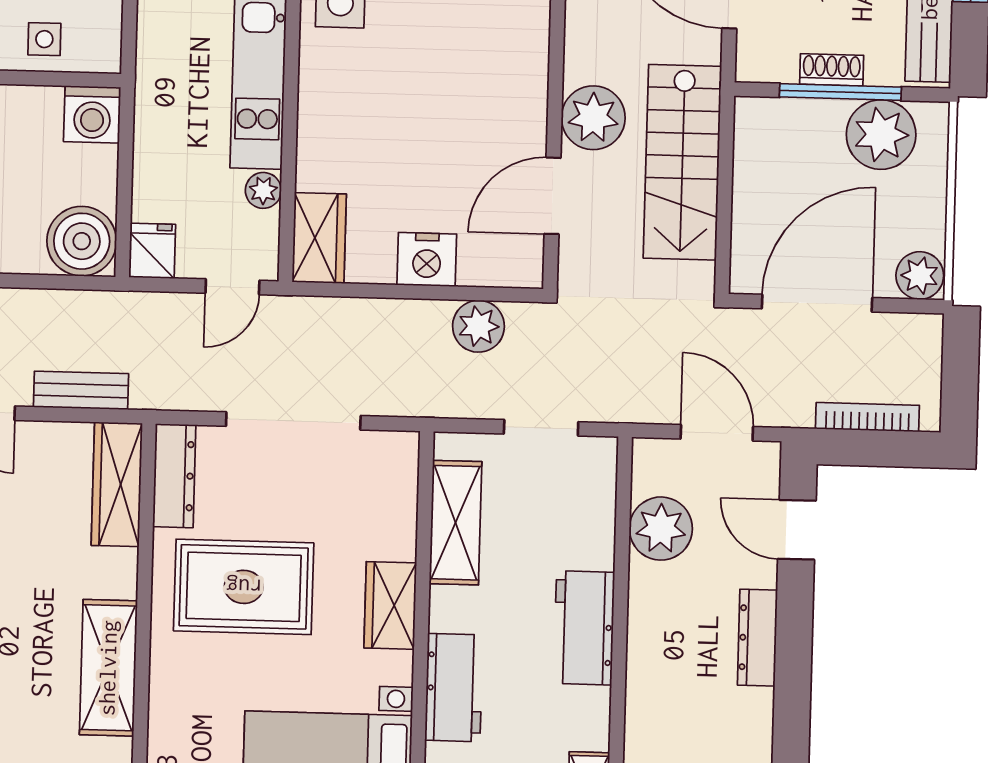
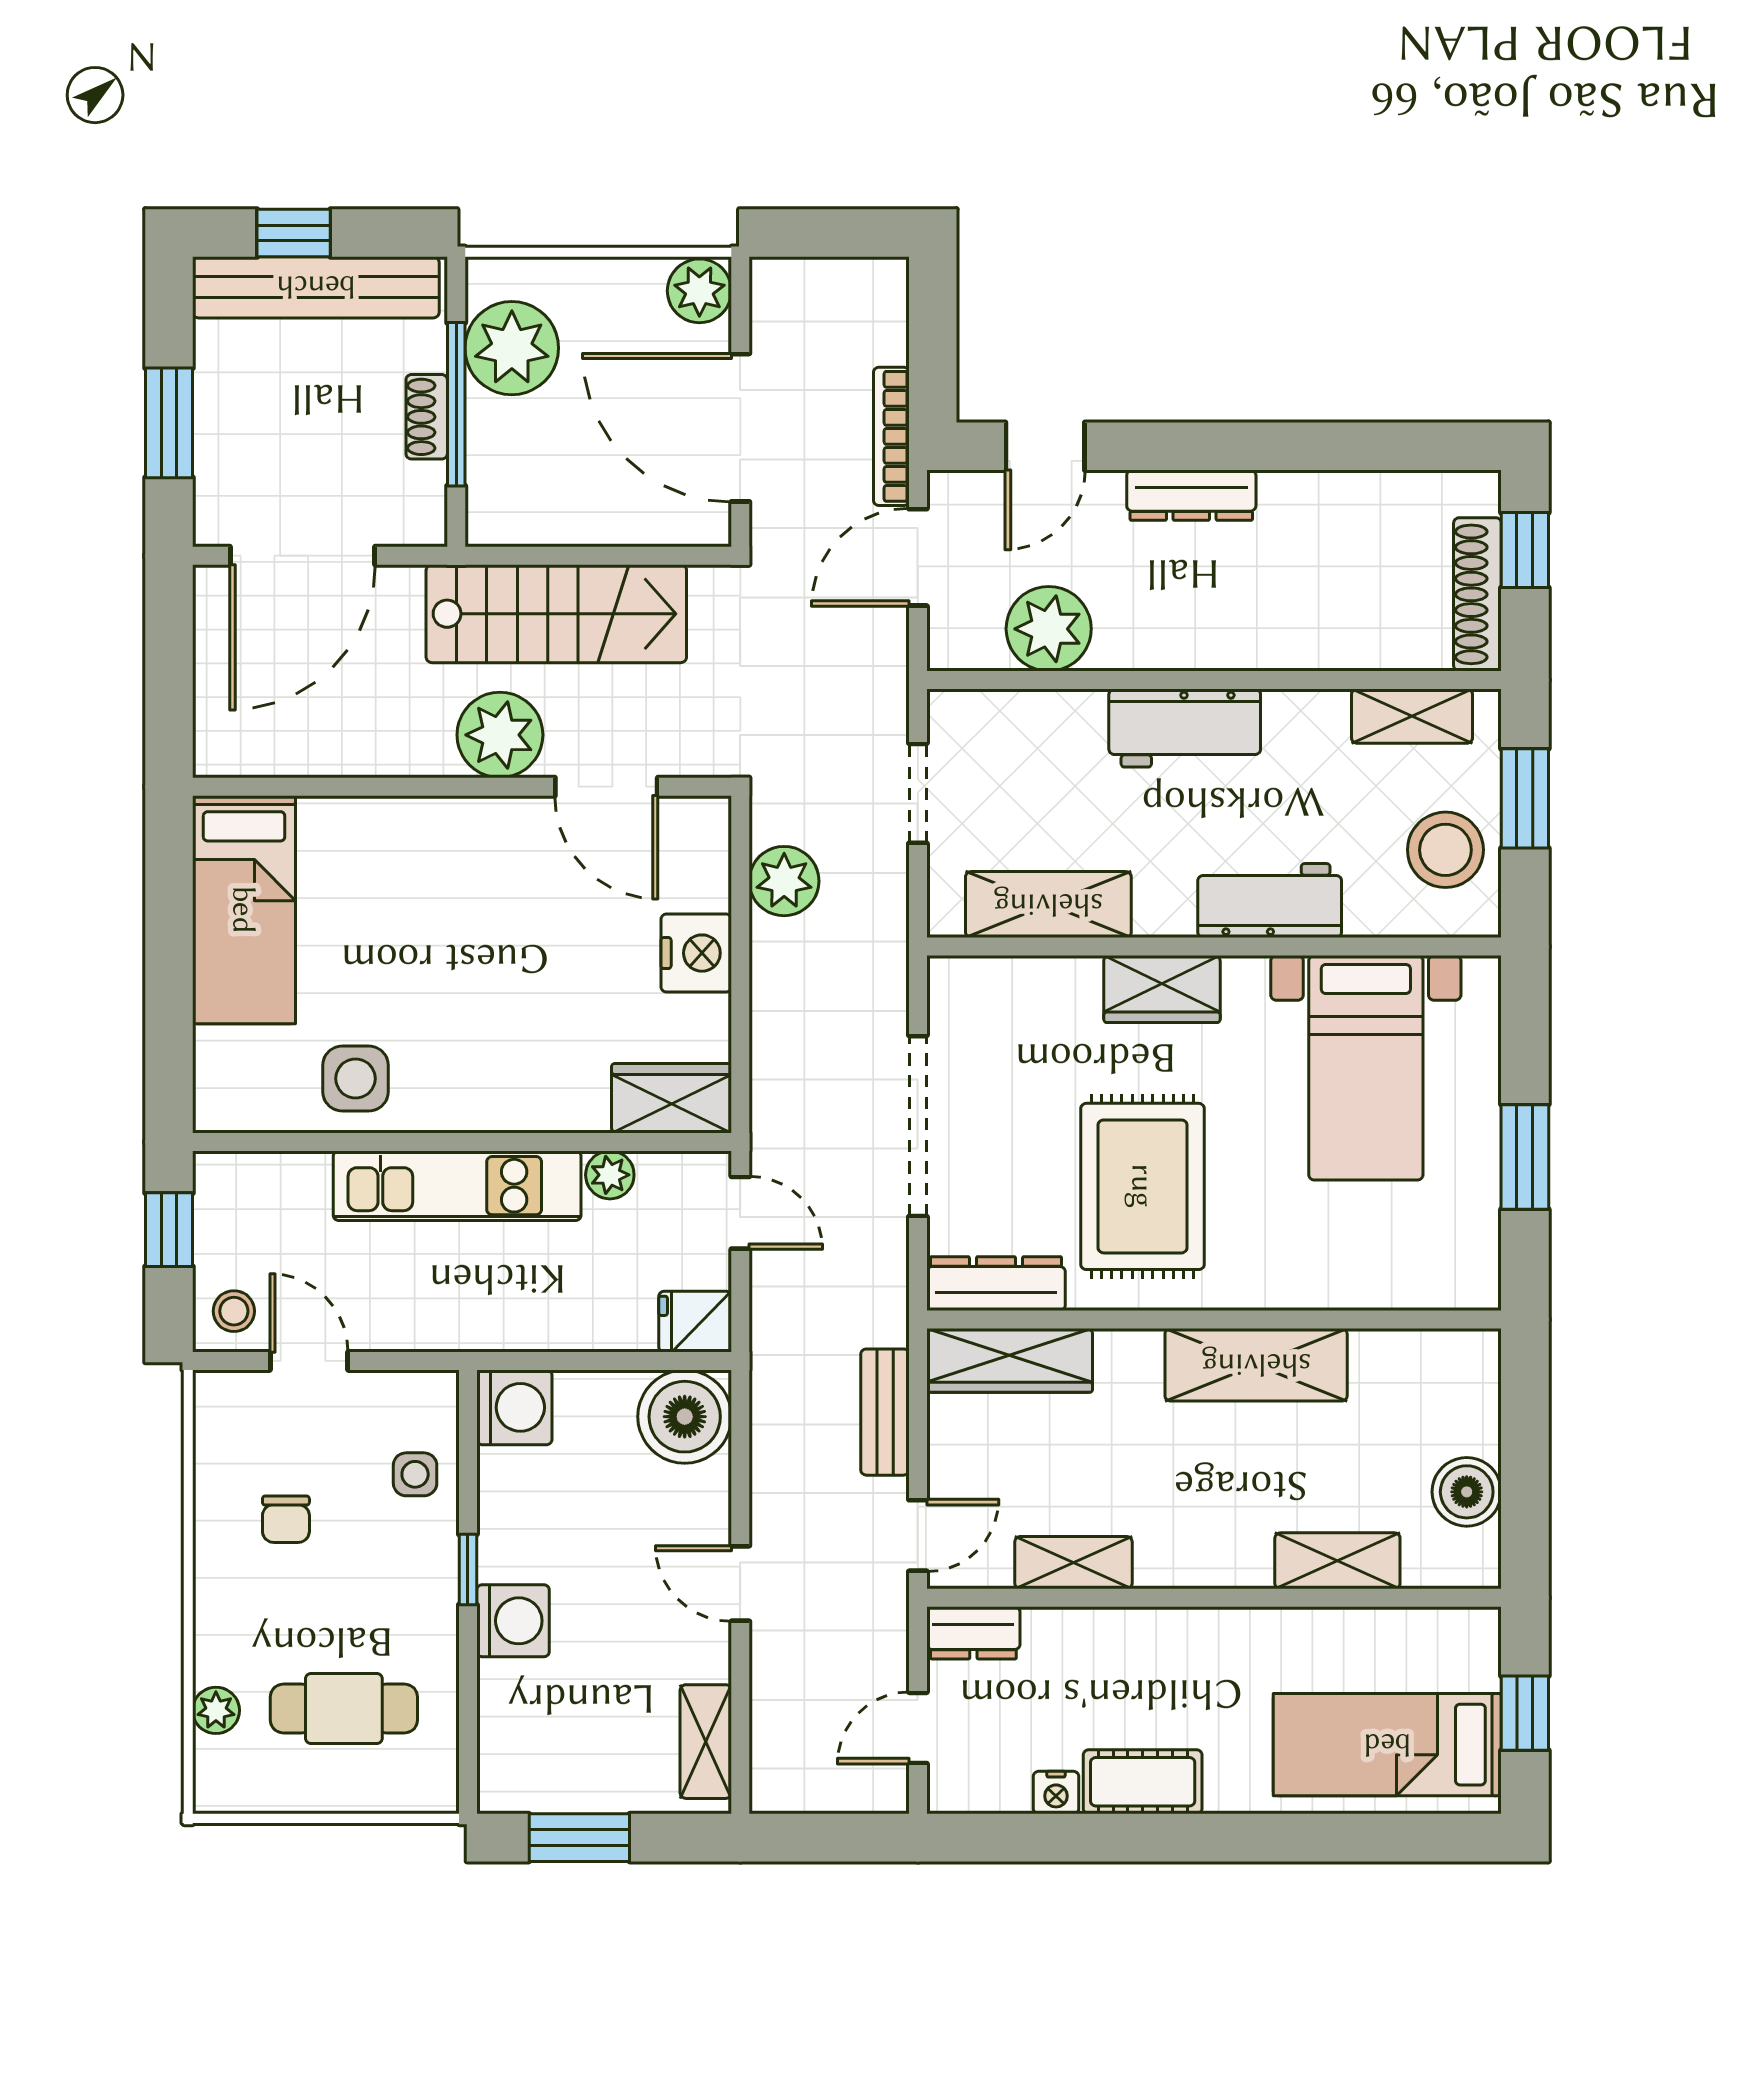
bookcase: (867, 417) -> (891, 436), moved

